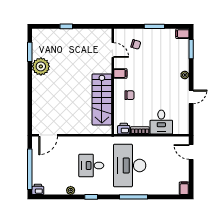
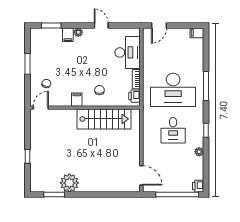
filing cabinet: (182, 34) -> (68, 35), moved
door: (113, 50) -> (41, 108), moved
desk: (161, 122) -> (128, 52), width x1.37

